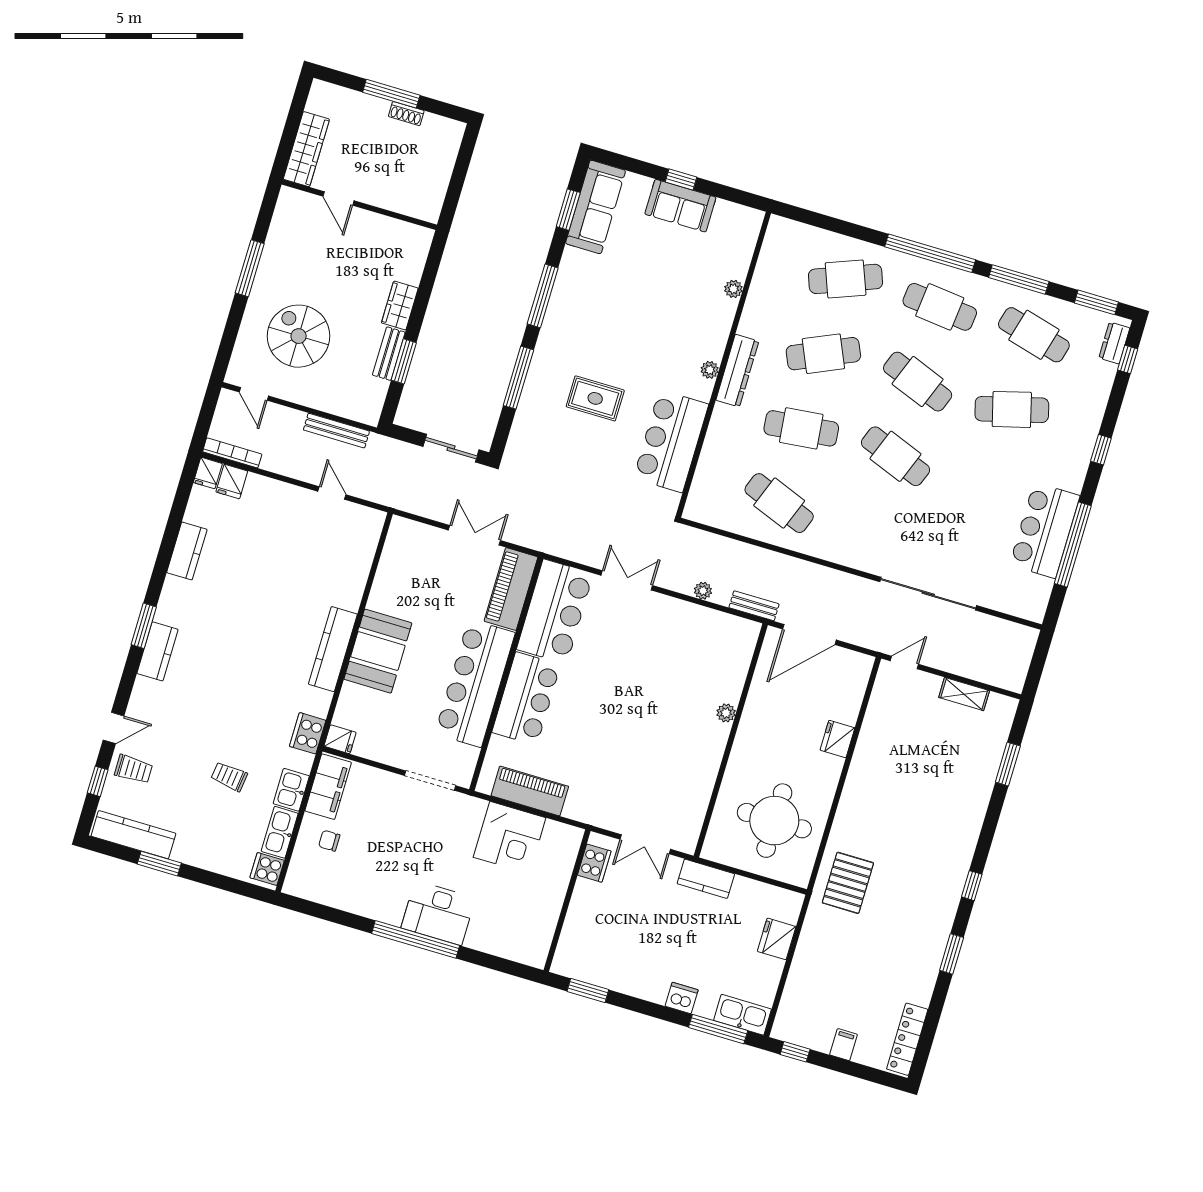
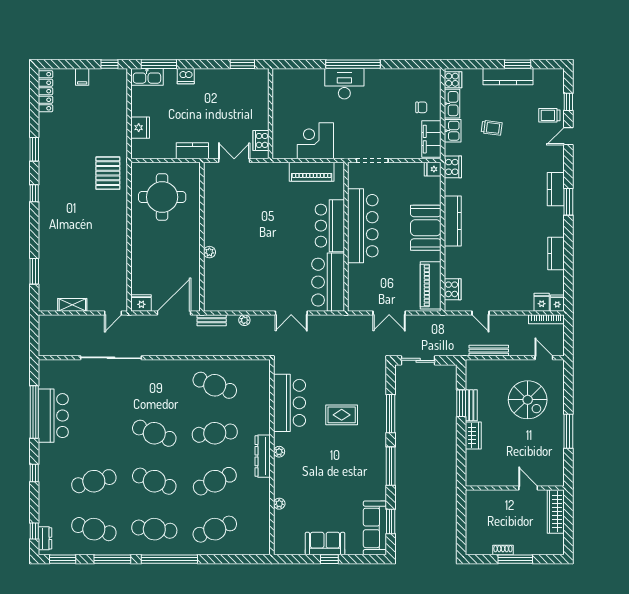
cooker: (364, 543) -> (453, 289), added
piano: (511, 589) -> (431, 285), moved, turned 180
fridge: (837, 739) -> (141, 303), moved, turned -90
kitchen counter: (133, 835) -> (508, 77), moved

